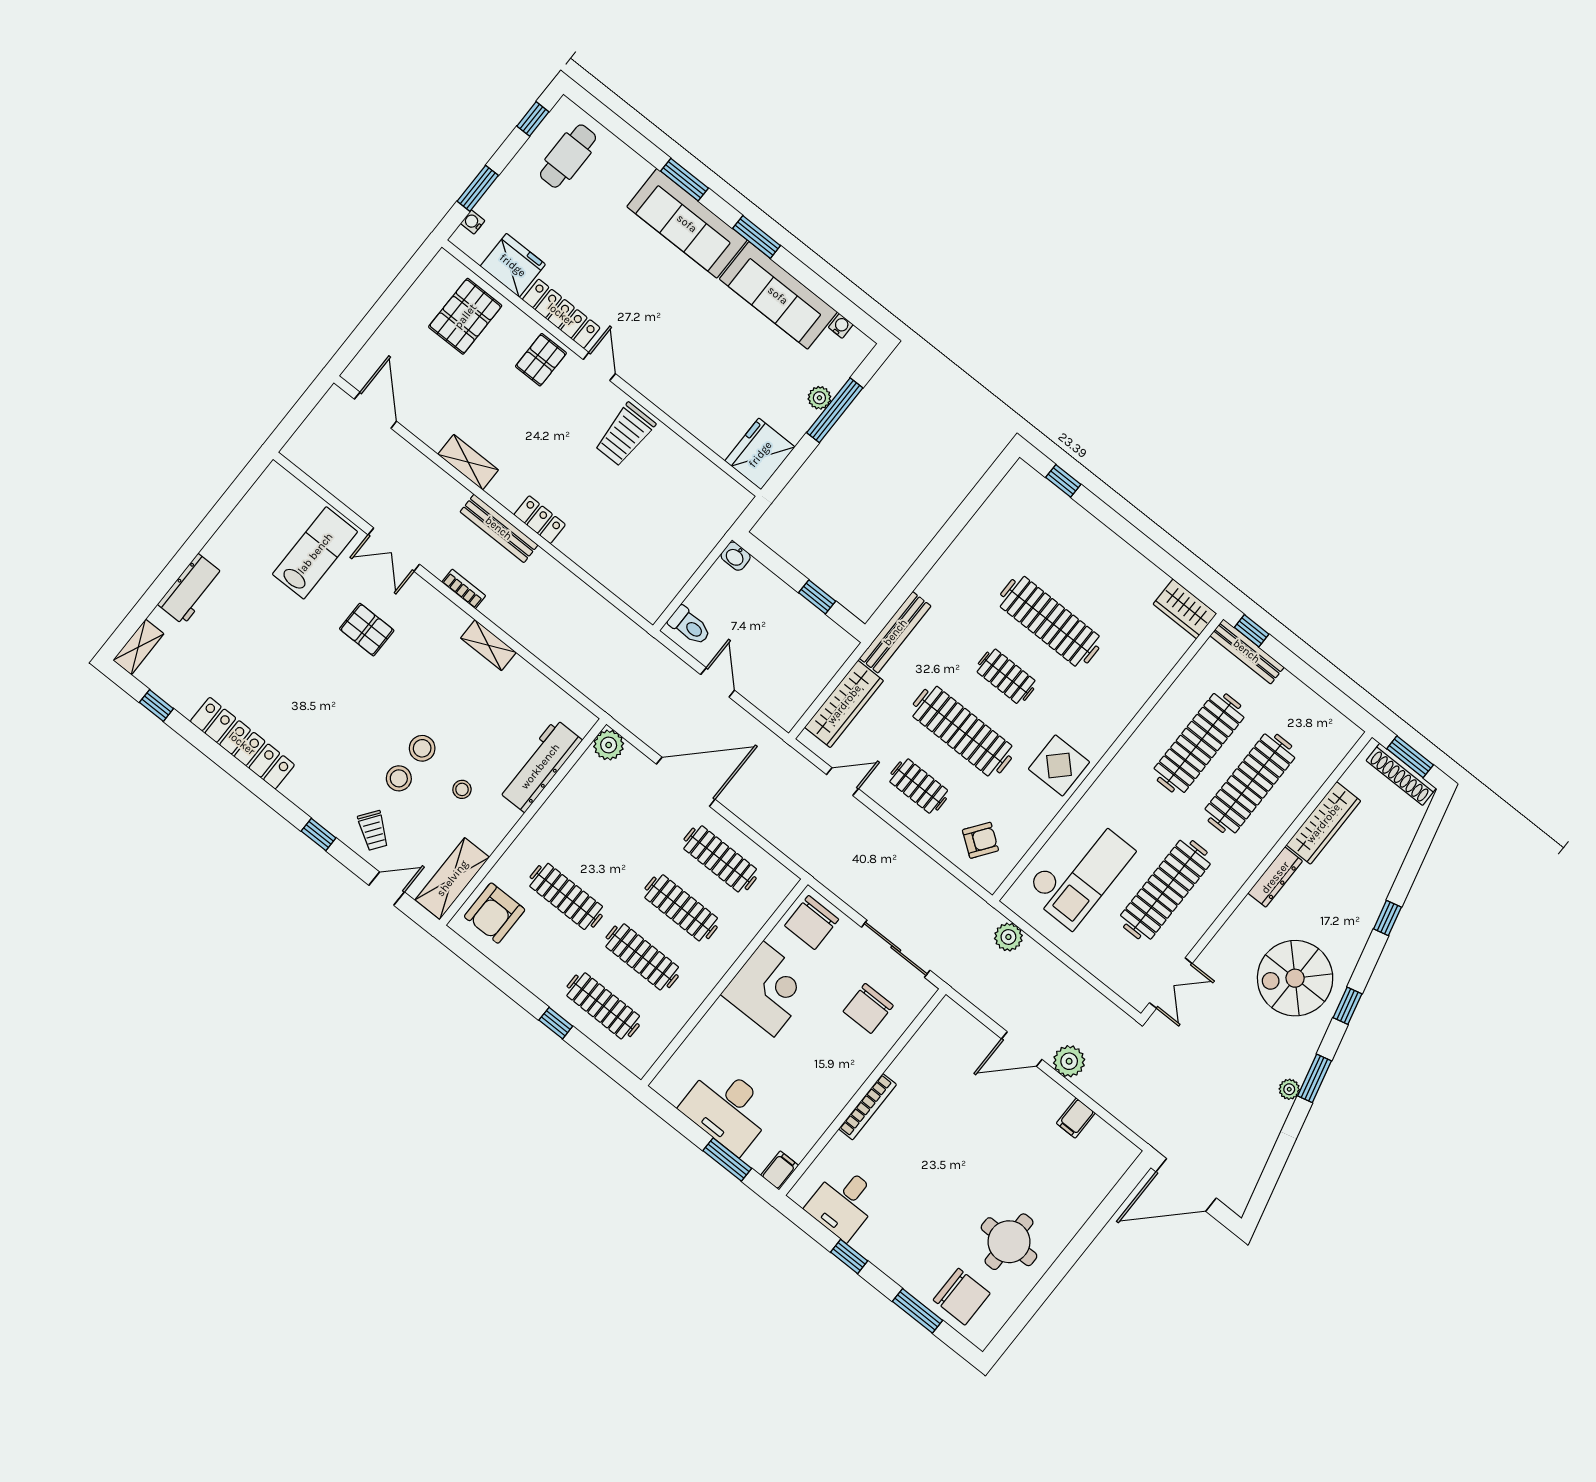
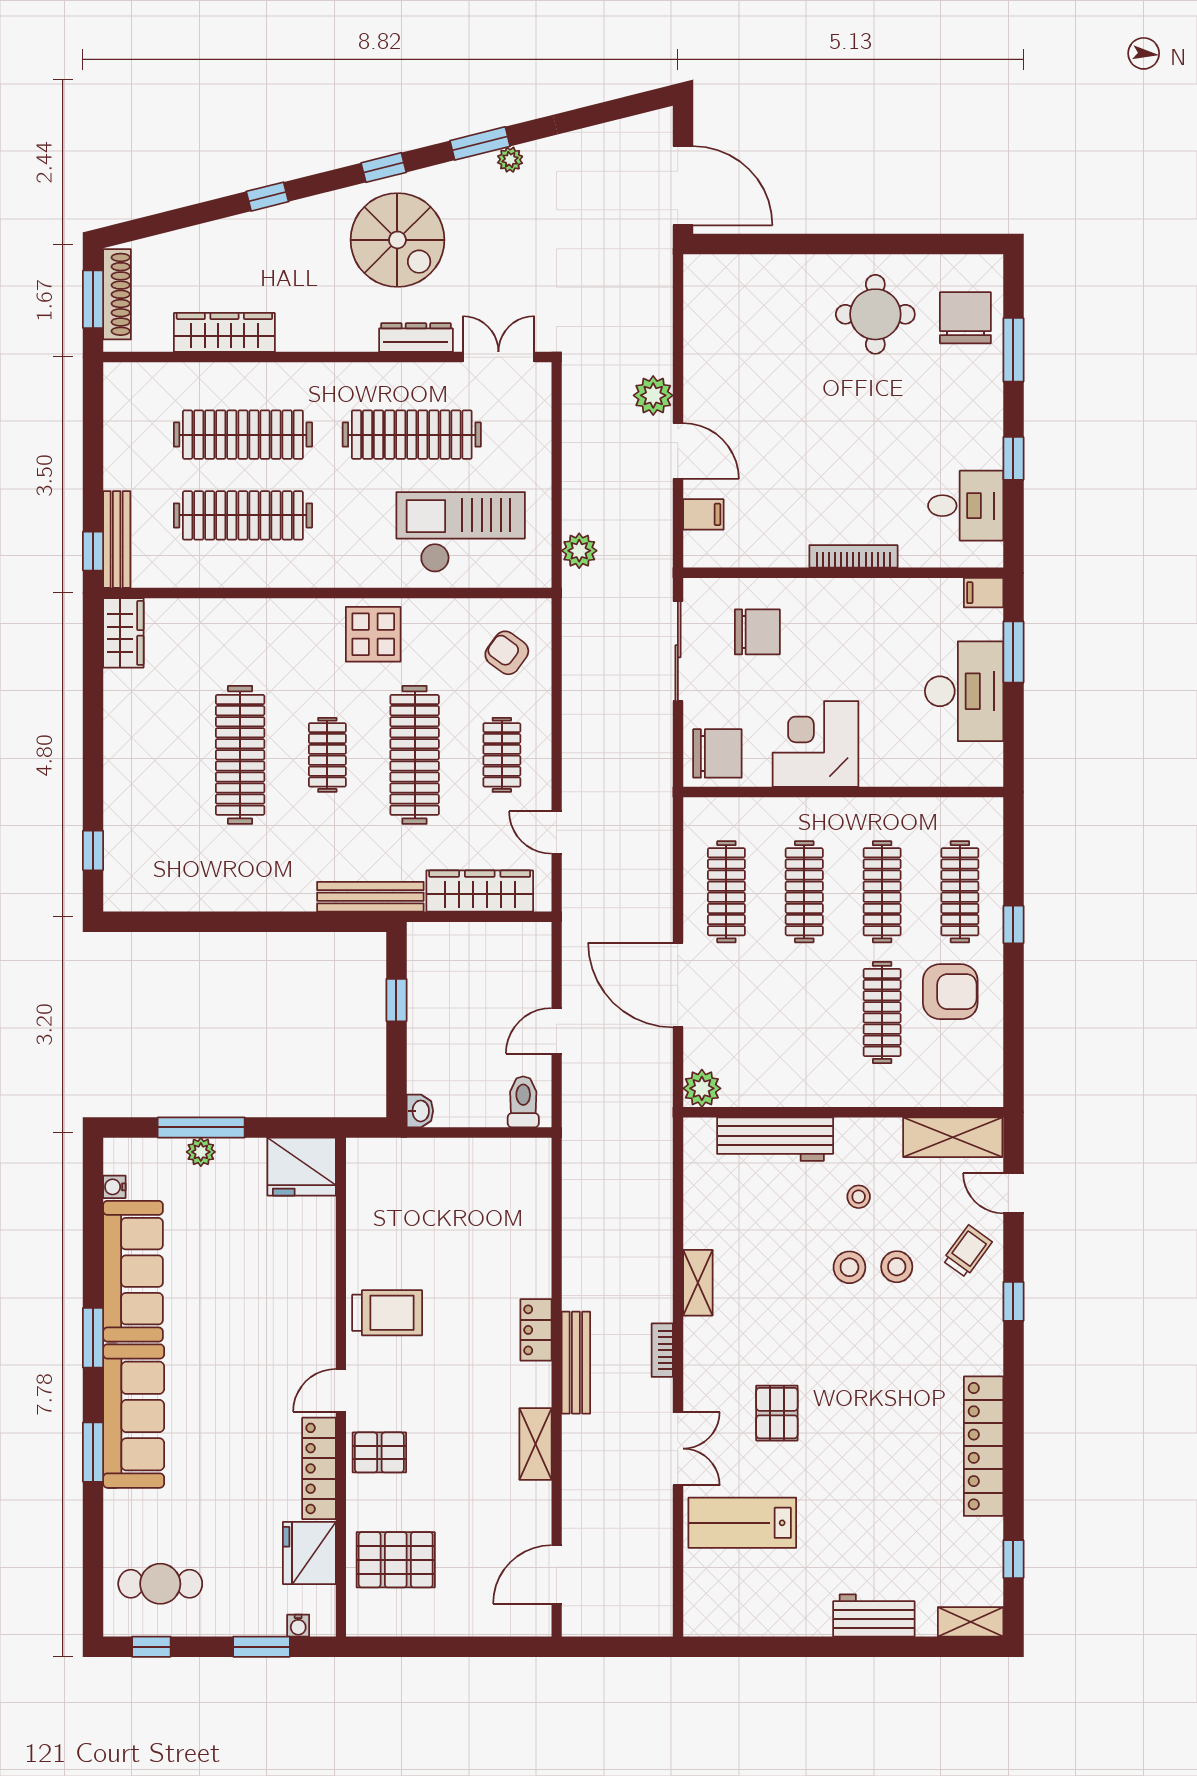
dresser: (1275, 877) -> (416, 338), moved
armchair: (495, 913) -> (950, 992), moved
filing cabinet: (1076, 1118) -> (703, 514), moved

